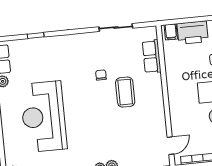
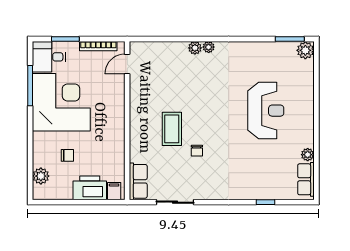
row of seats: (152, 56) -> (138, 181), moved
reception desk: (43, 117) -> (266, 111), width x0.74, depth x0.77

